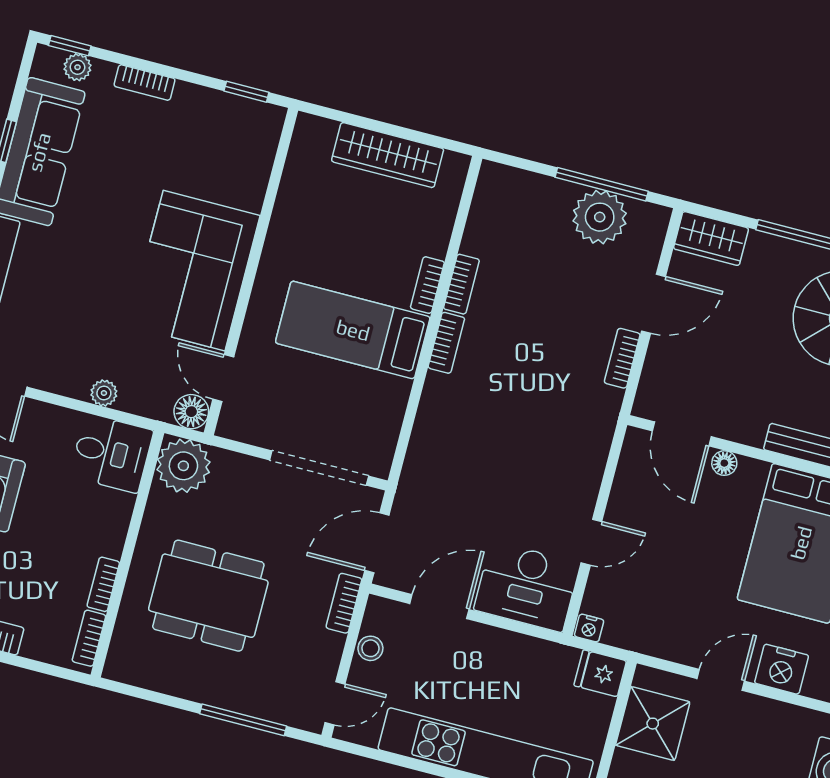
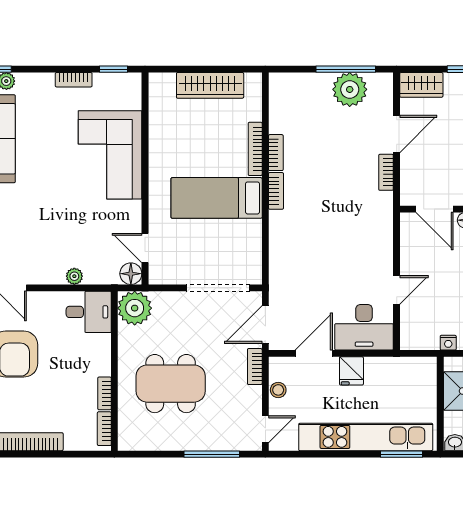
bookcase: (145, 82) -> (74, 80), moved
corner sofa: (194, 271) -> (110, 155), moved
bookcase: (427, 285) -> (255, 149), width x1.56
nightstand: (589, 628) -> (448, 343), moved
fridge: (600, 673) -> (351, 371), moved, turned -90

